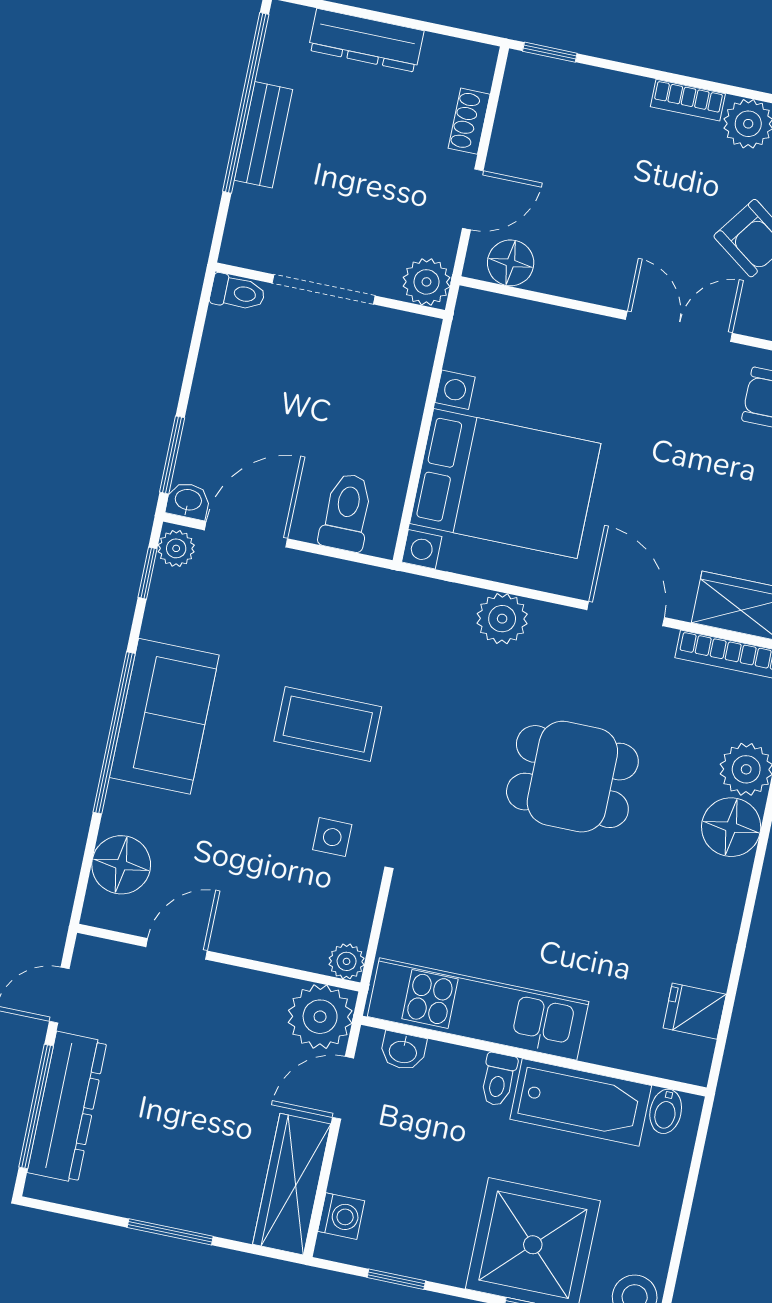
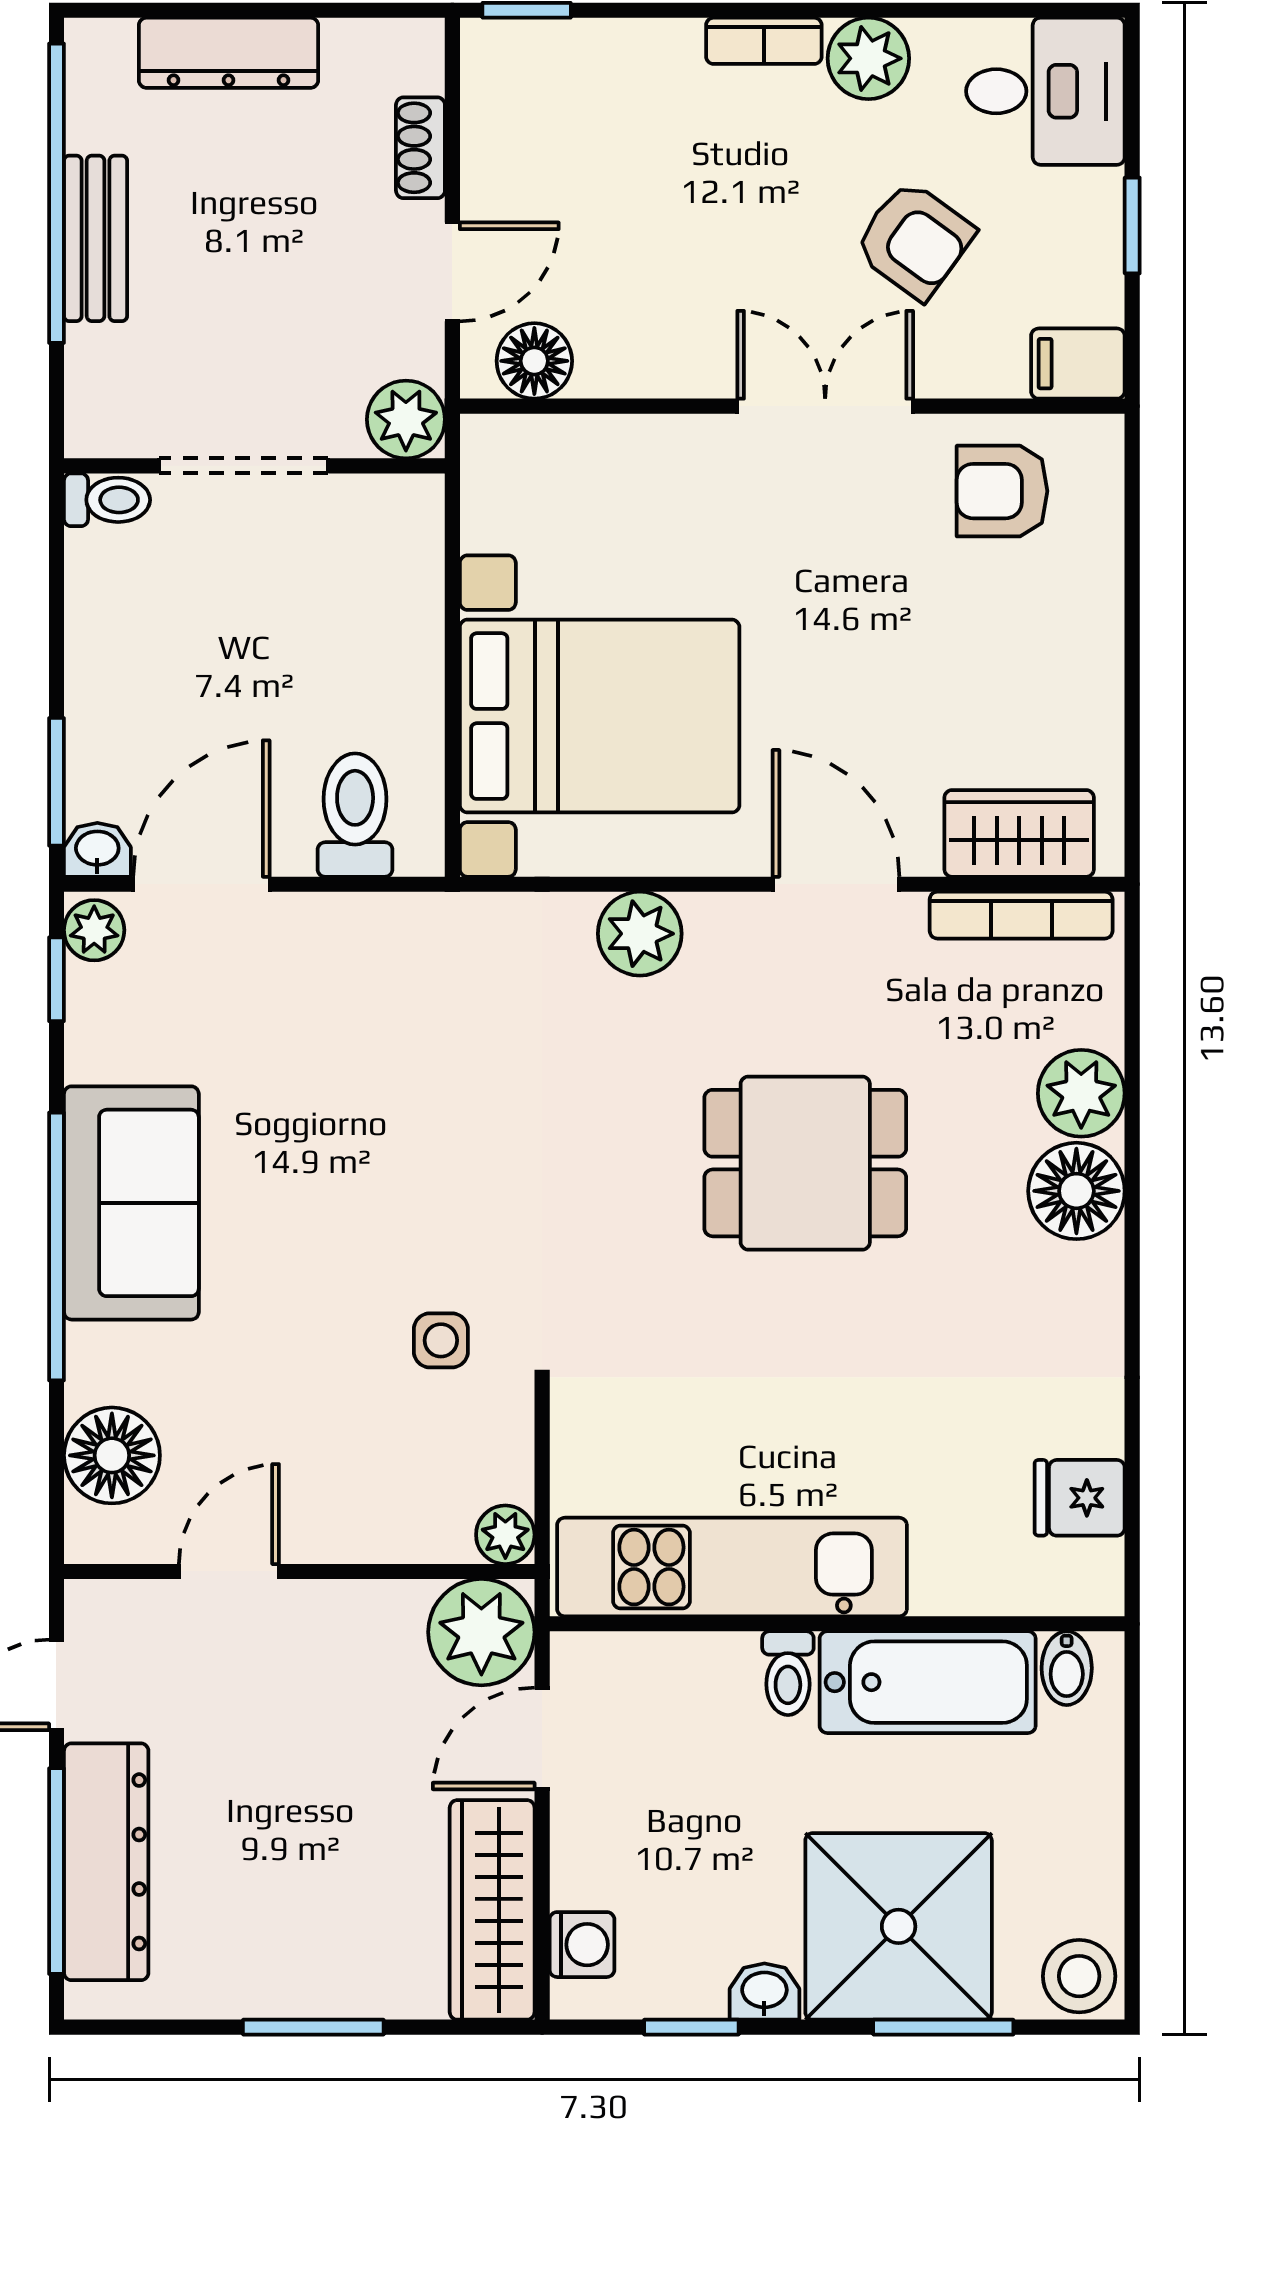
coffee table: (328, 724) -> (396, 1161), removed
washbasin: (403, 1051) -> (764, 1992), moved, turned 180

